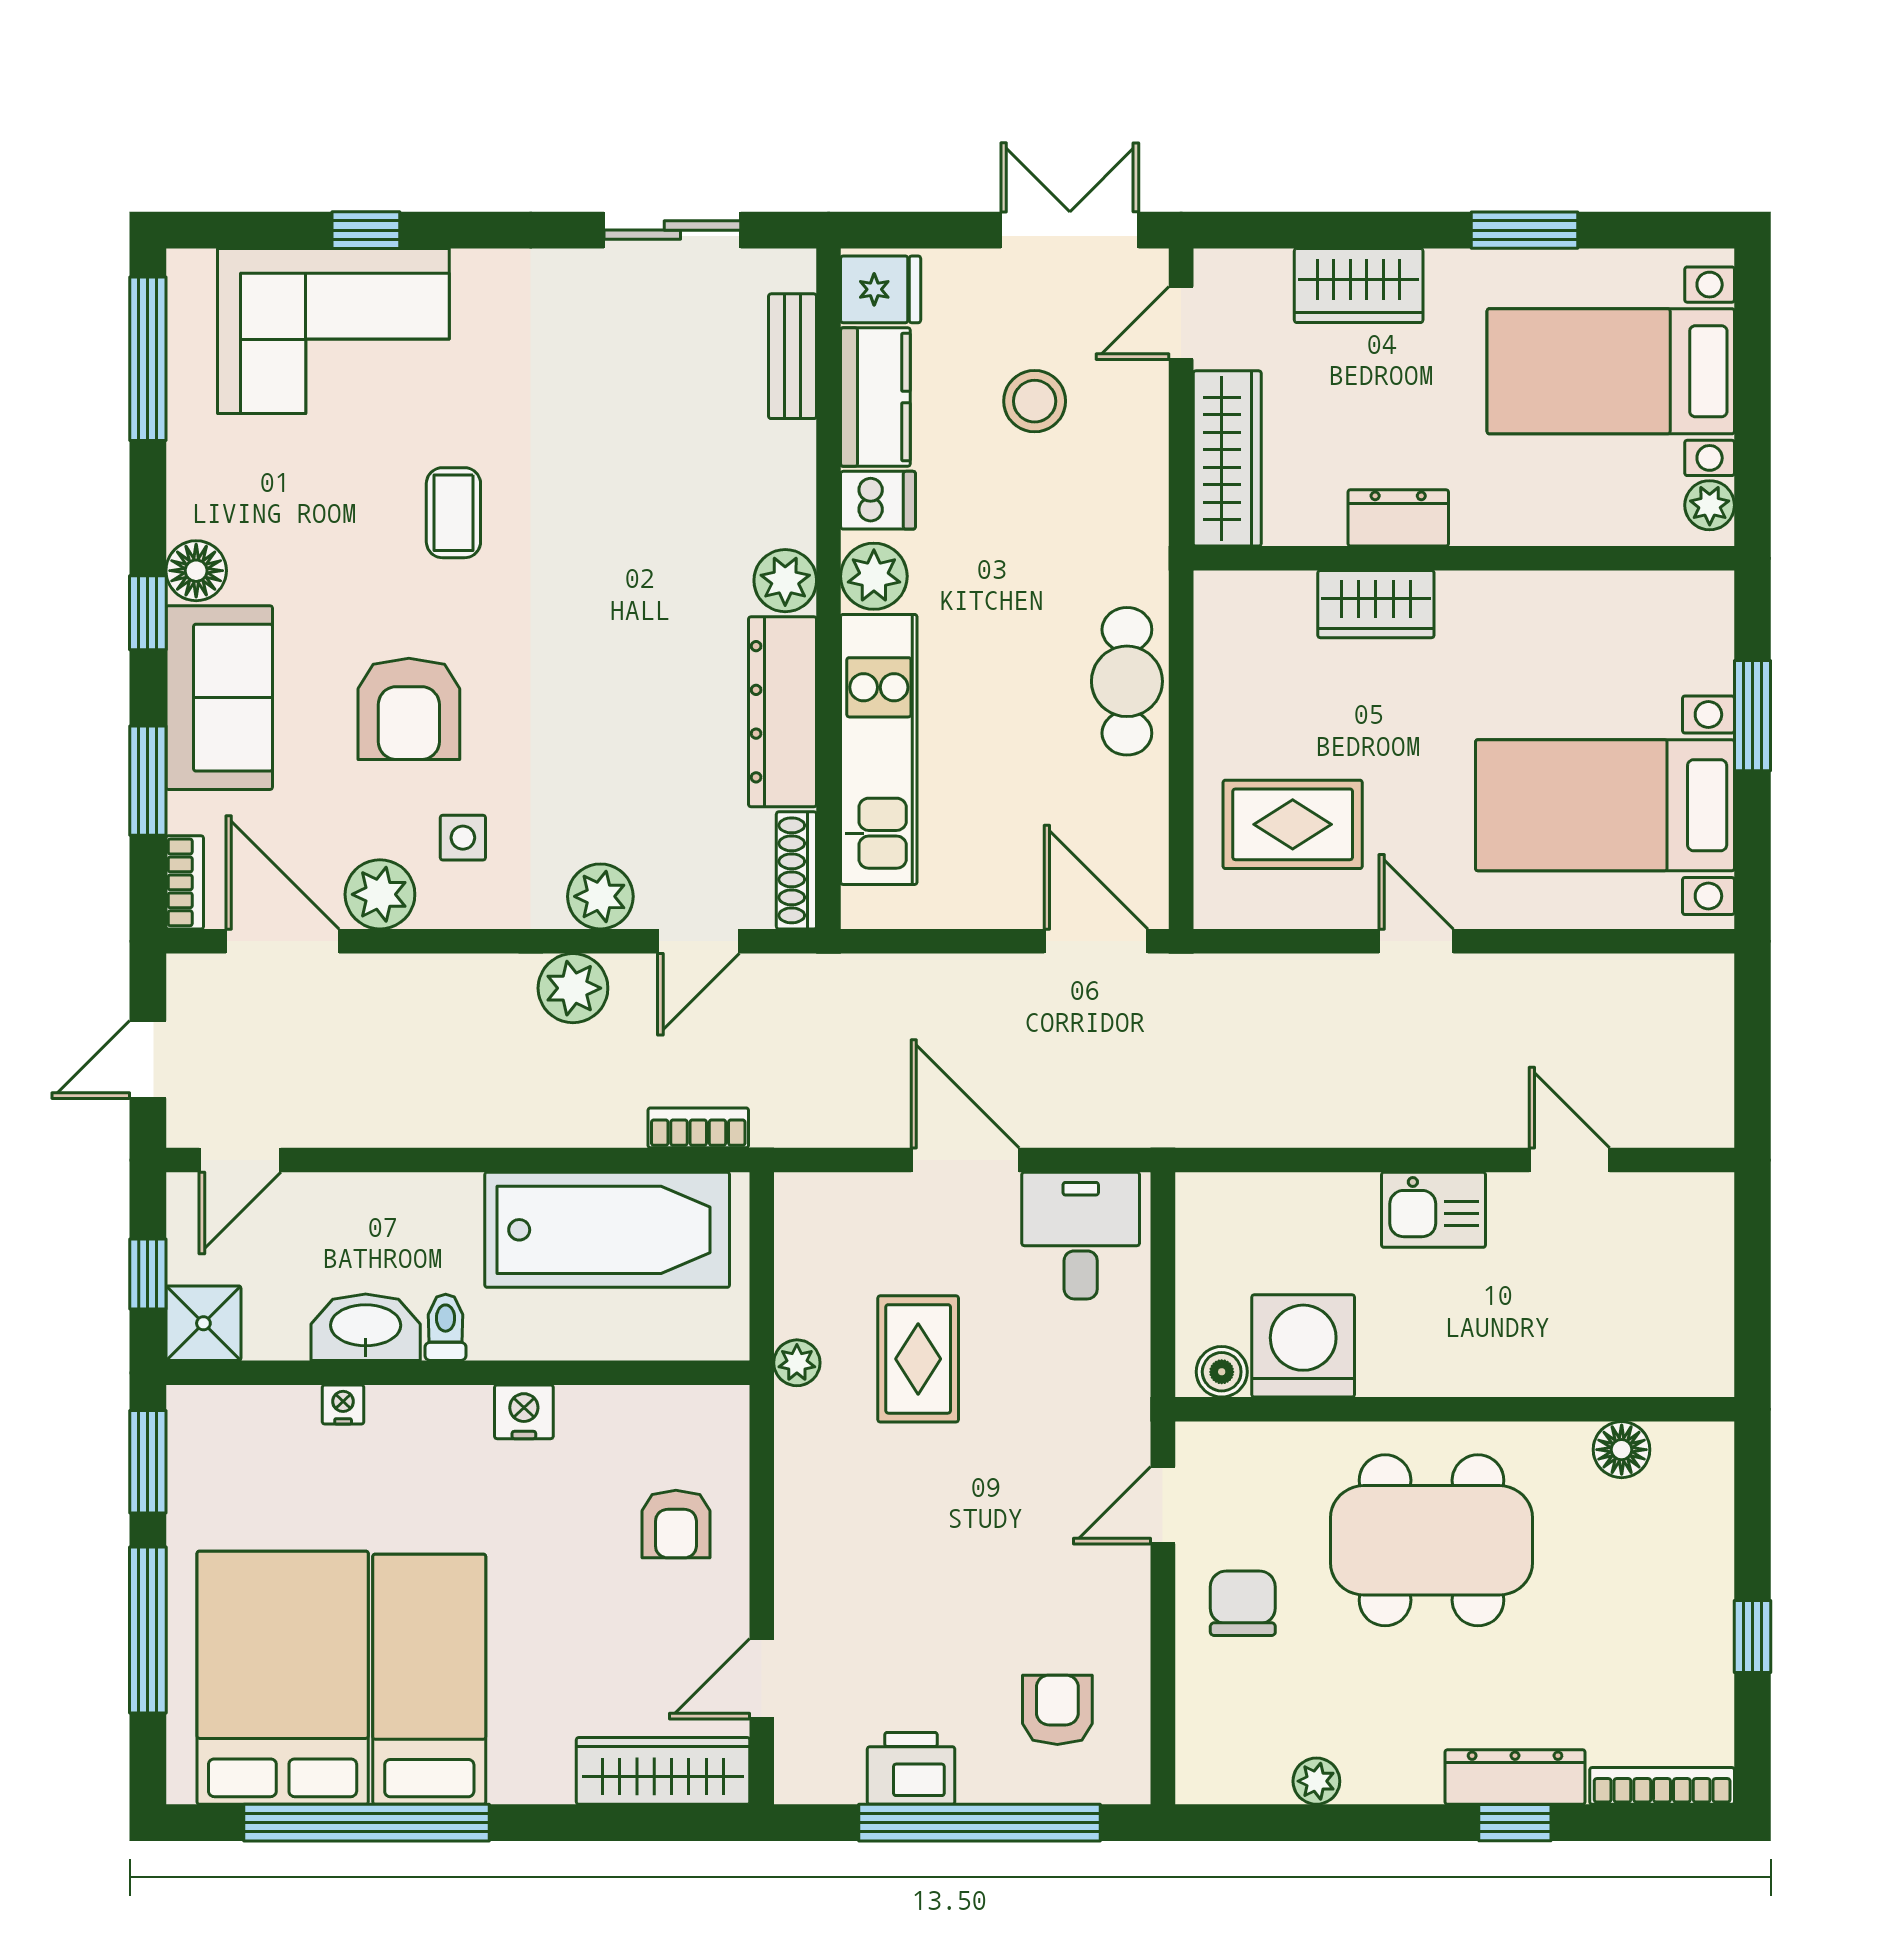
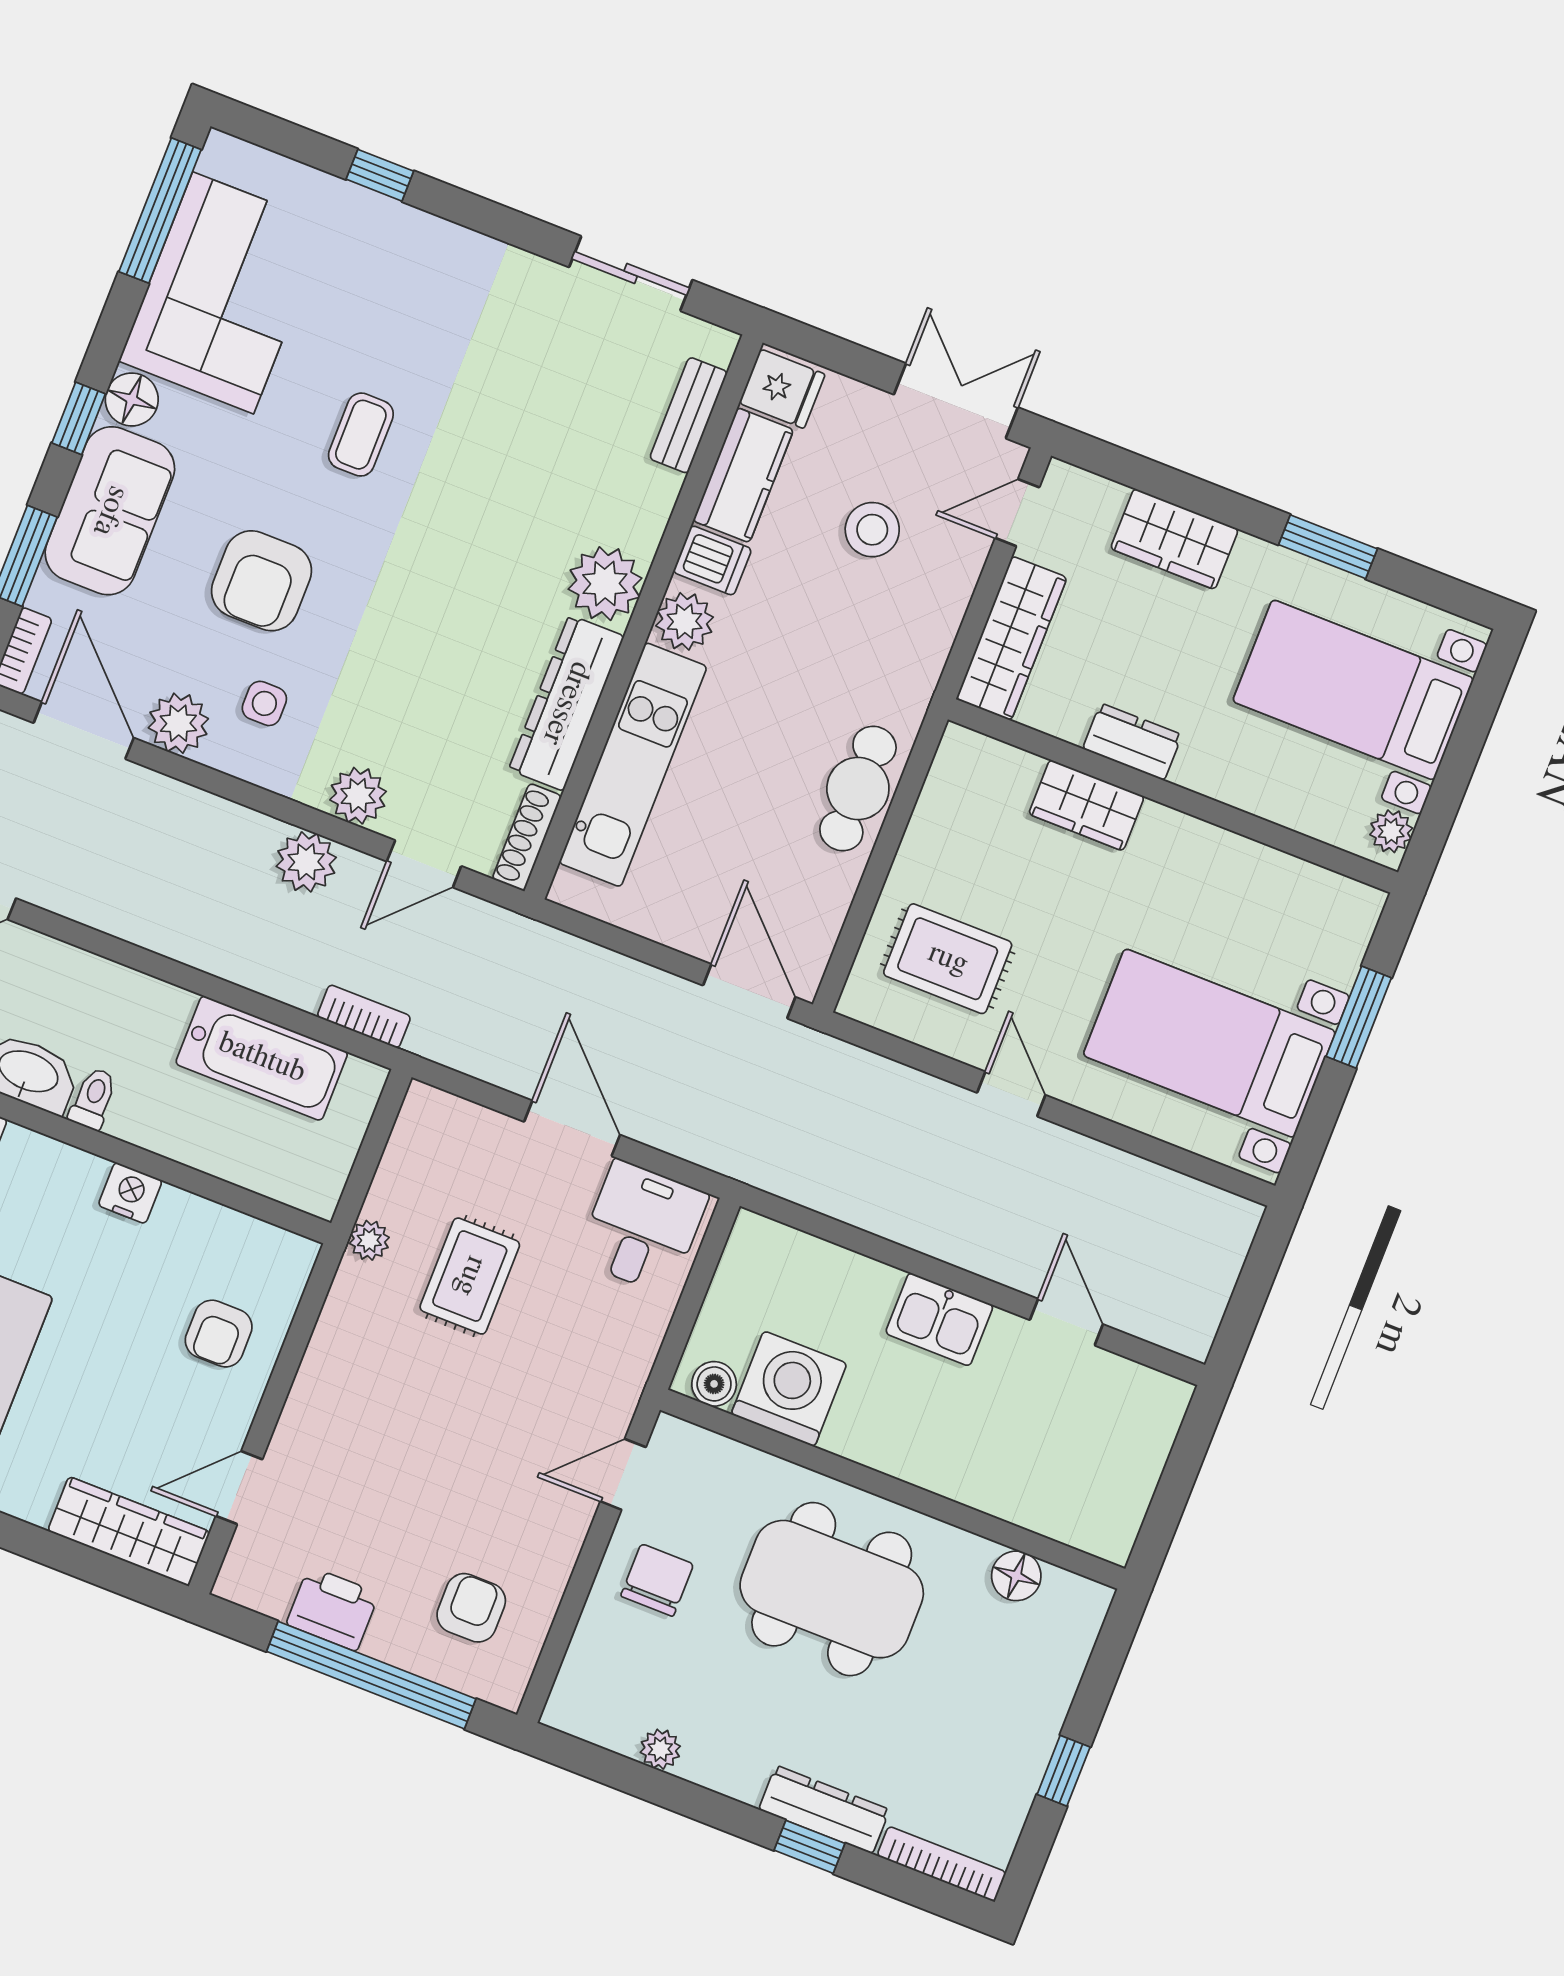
corner sofa: (333, 331) -> (223, 293), moved, turned -90
plant: (785, 581) -> (605, 584), width x1.36, depth x1.36
bathtub: (607, 1230) -> (262, 1058), width x0.73, depth x0.73

